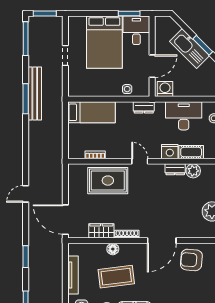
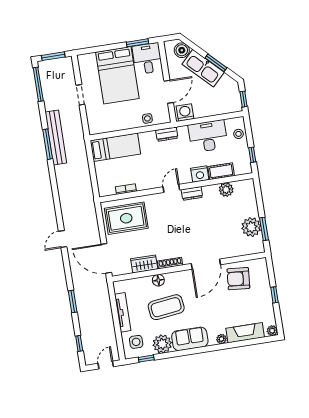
boiler: (171, 28) -> (182, 50), added
door: (140, 161) -> (171, 188), hinge flipped
dresser: (175, 169) -> (192, 193), moved
rug: (108, 181) -> (126, 218), moved

